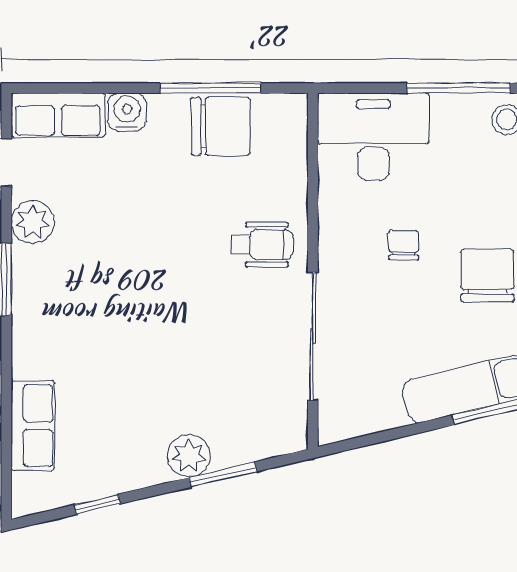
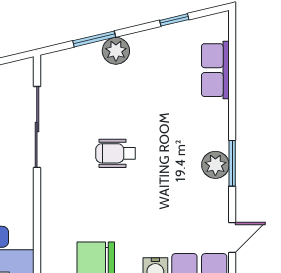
plant: (33, 222) -> (215, 165), moved
wheelchair: (262, 245) -> (116, 153), moved

